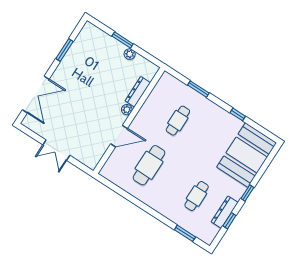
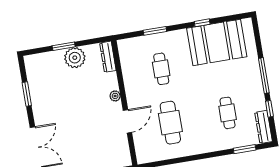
plant: (130, 54) -> (75, 58), width x1.88, depth x1.88
dresser: (138, 92) -> (108, 57), moved
booth: (247, 155) -> (217, 42), moved, turned 90
window: (247, 193) -> (264, 76), width x2.17
dresser: (225, 212) -> (264, 127), moved

